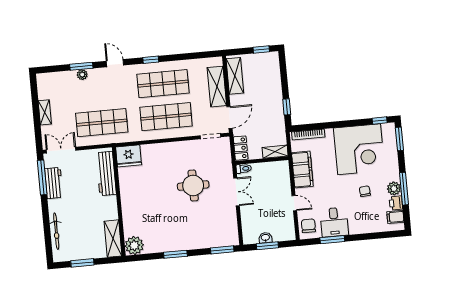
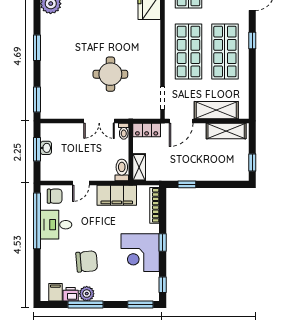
door: (230, 117) -> (181, 121), hinge flipped
window: (341, 124) -> (163, 242), added
corner desk: (359, 149) -> (140, 253), width x0.74, depth x0.74
toilet: (279, 167) -> (122, 170), added
chair: (365, 191) -> (87, 261), width x1.87, depth x1.87
window: (332, 240) -> (37, 221), width x2.11

